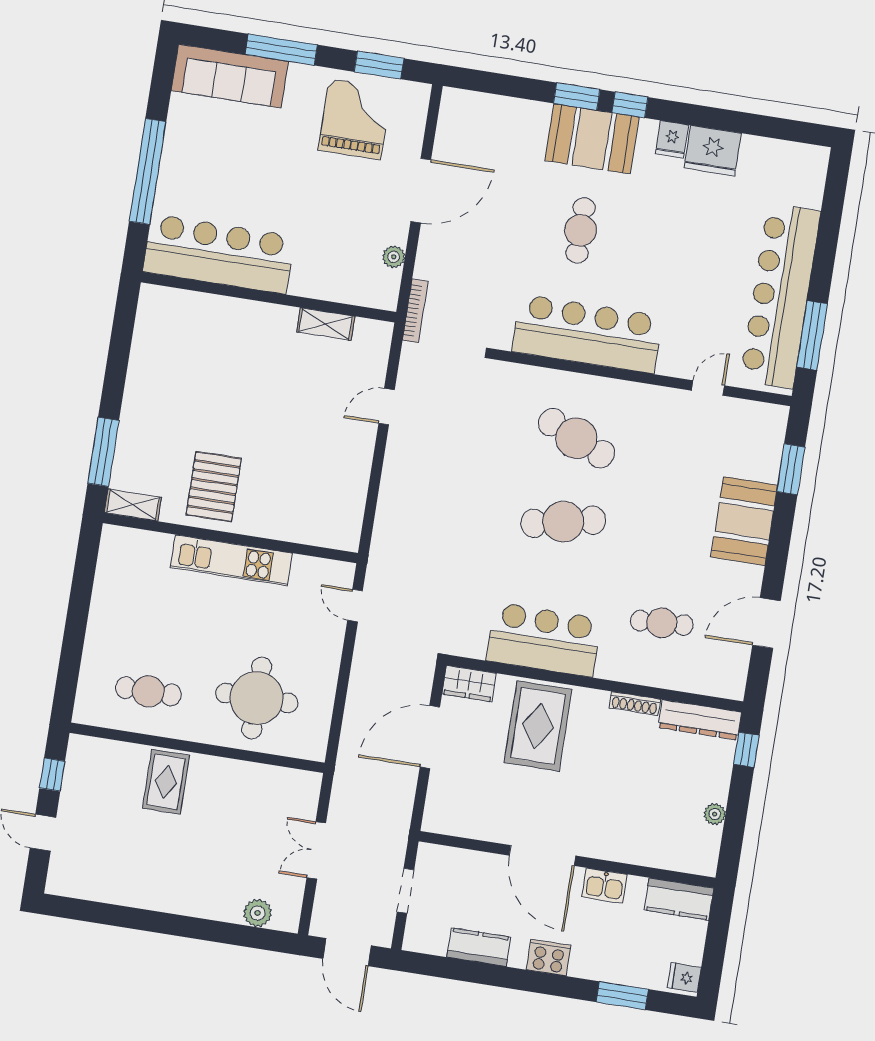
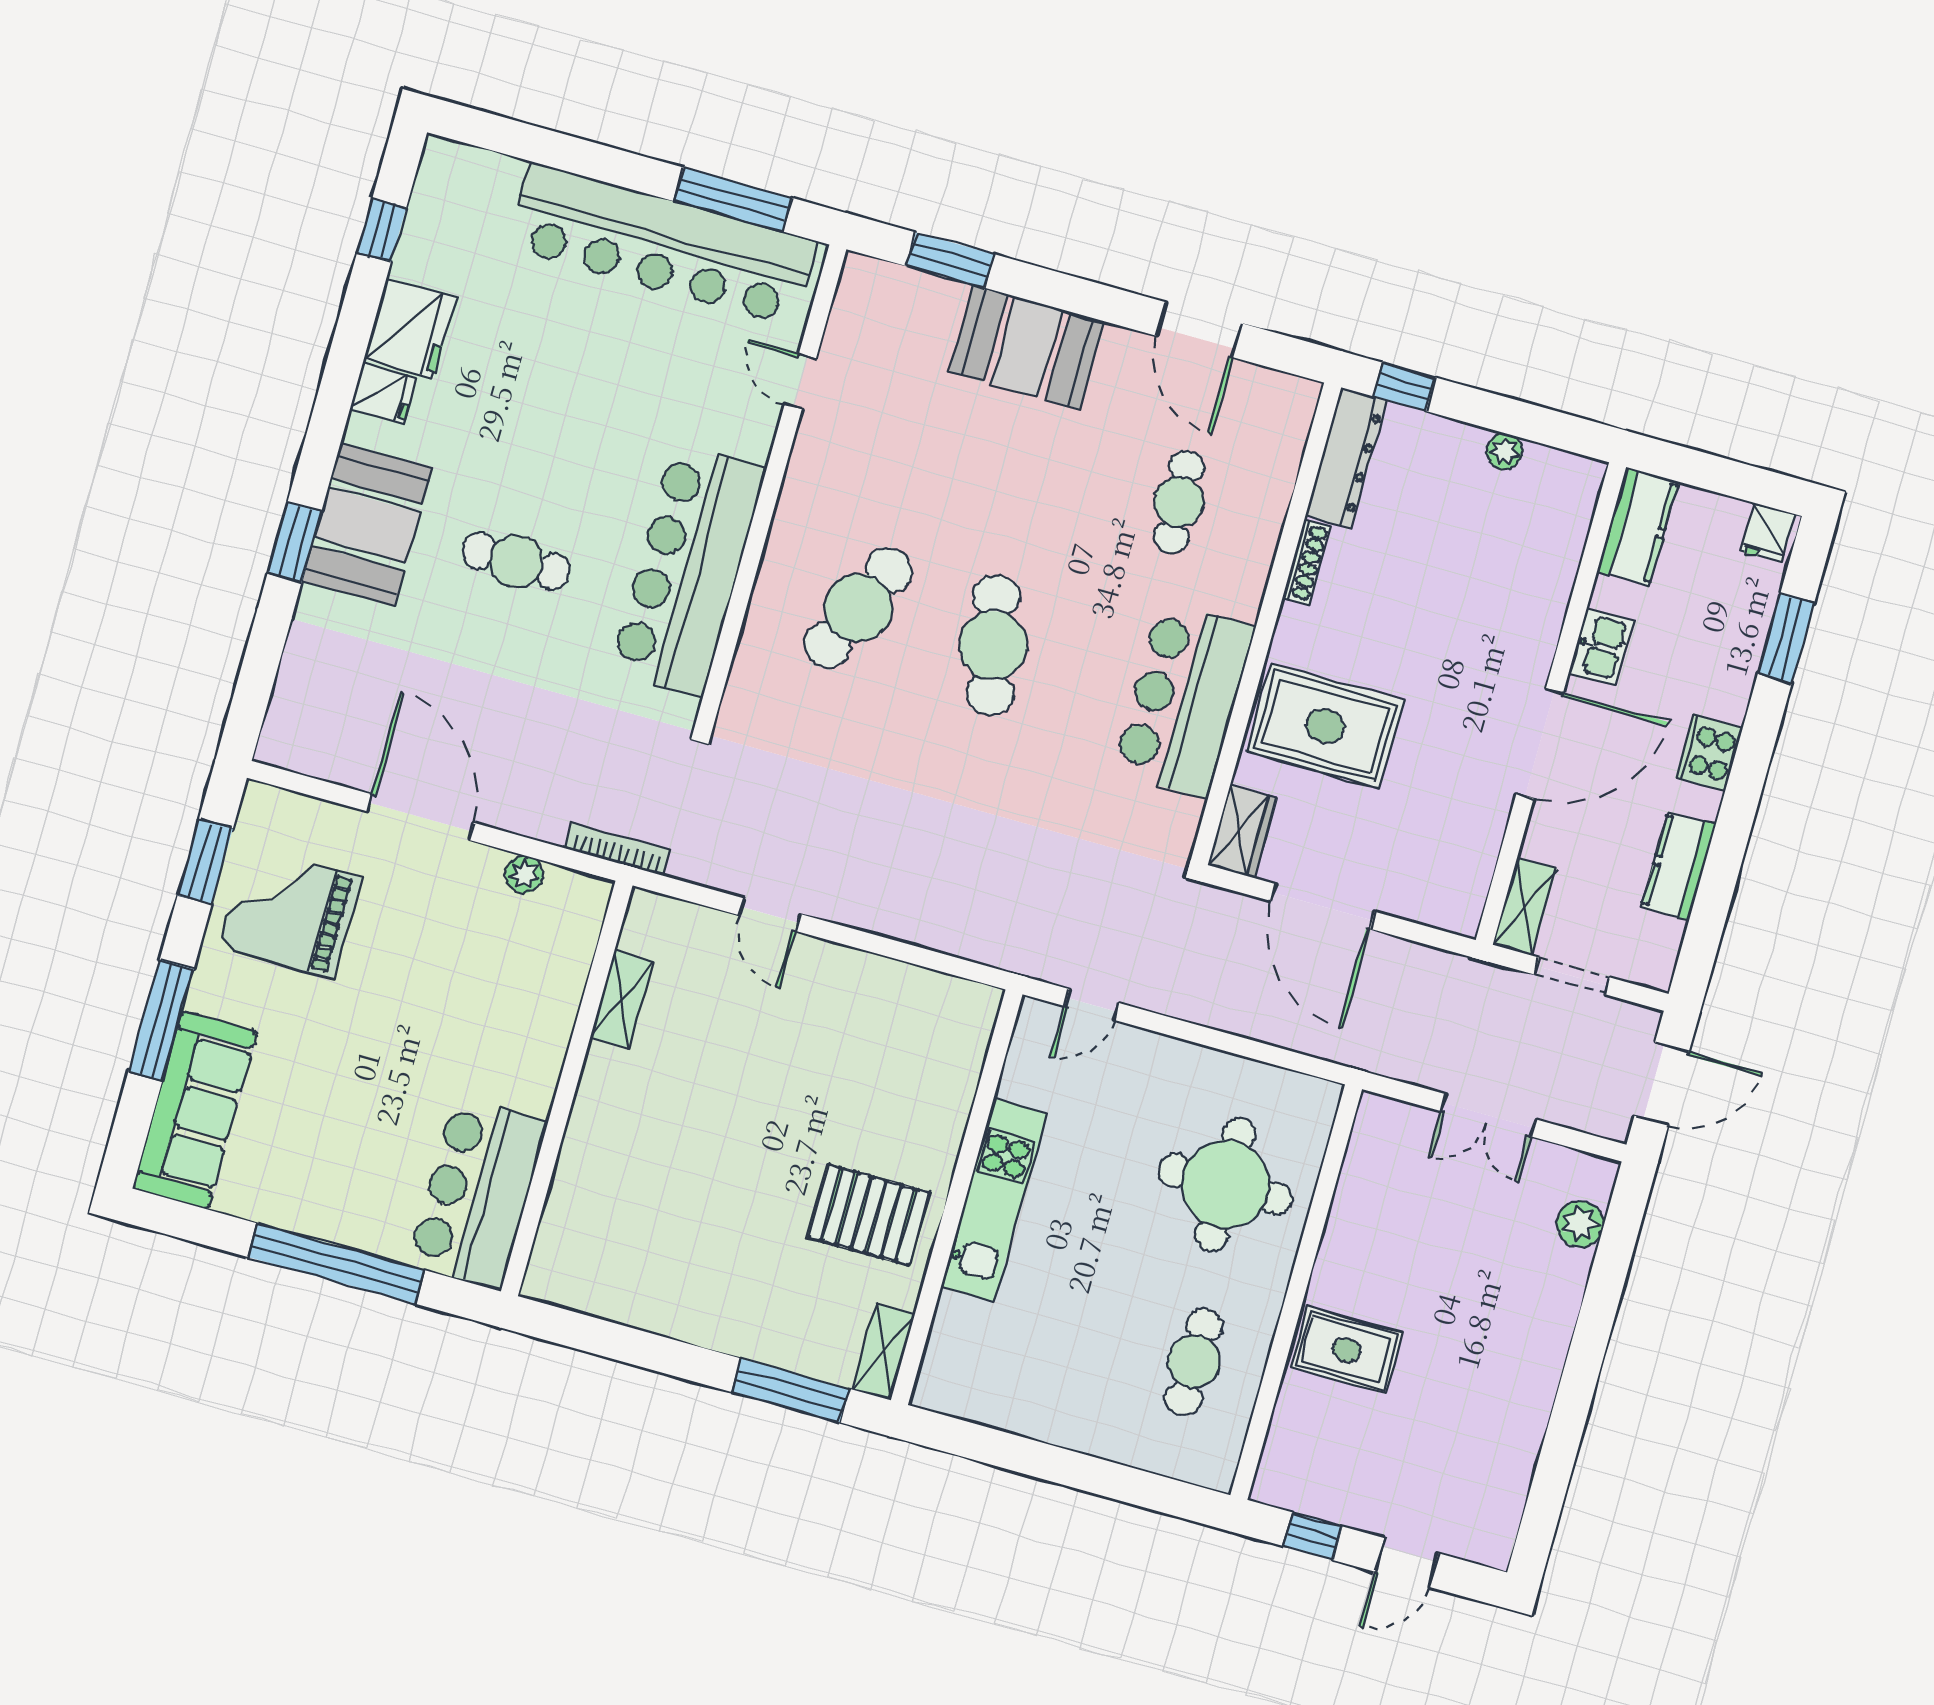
window: (630, 105) -> (382, 230), moved
bar counter: (219, 254) -> (477, 1193), width x0.73
shelving: (444, 858) -> (1525, 906), added

